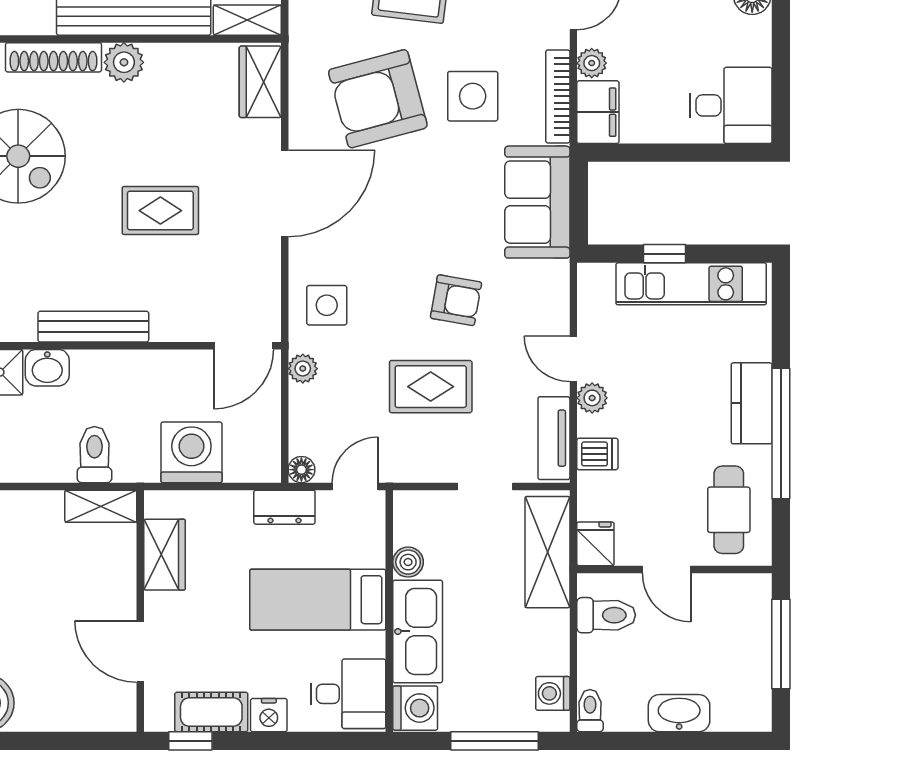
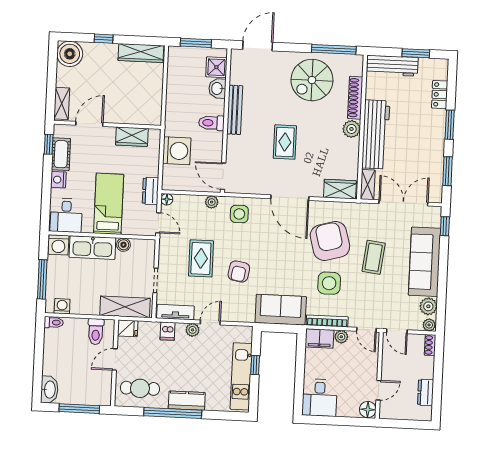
toilet: (94, 455) -> (211, 123), moved, turned 180
shelving: (101, 506) -> (62, 103), moved
washbasin: (679, 713) -> (49, 390), moved

